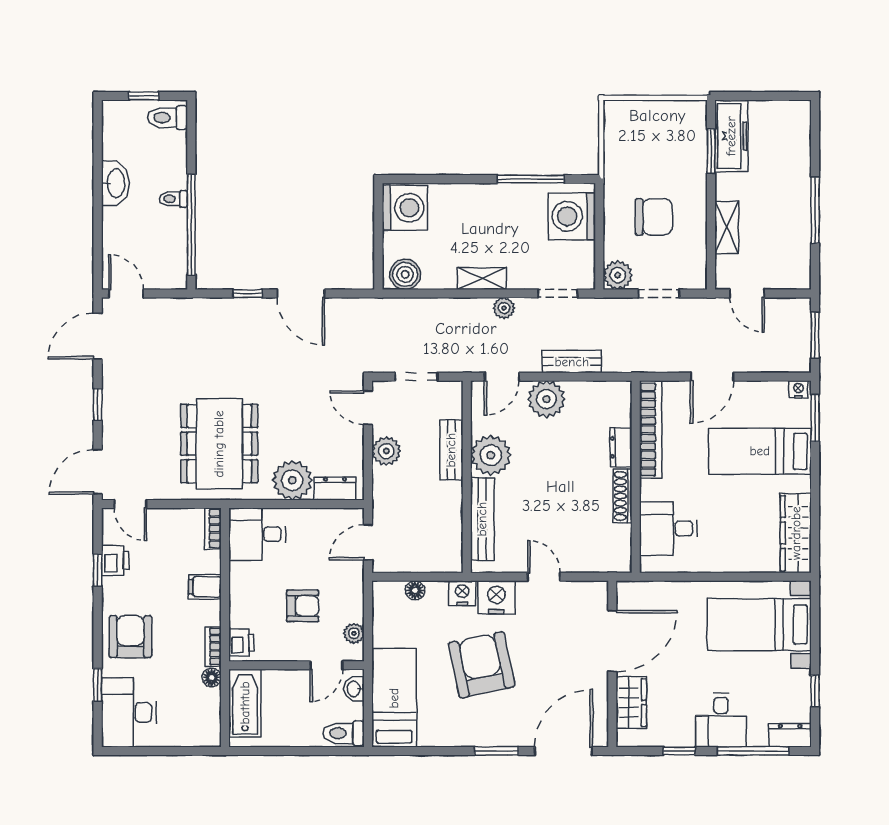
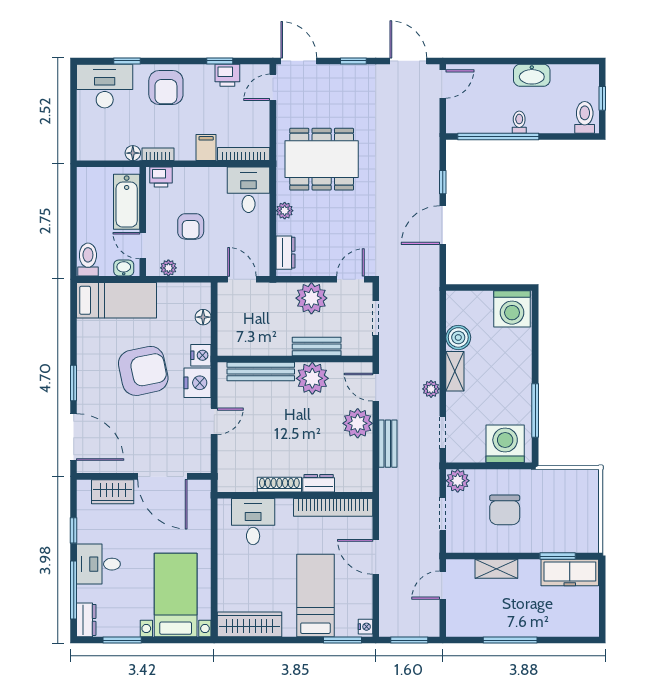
boiler: (405, 274) -> (458, 337), moved
plant: (386, 451) -> (311, 298), width x1.36, depth x1.36
plant: (292, 480) -> (285, 211), width x0.53, depth x0.53
bookcase: (213, 529) -> (244, 154), width x1.56
armchair: (130, 637) -> (166, 87), turned 90
window: (815, 691) -> (122, 640), width x1.50
bathtub: (245, 703) -> (127, 202), moved, turned 90

